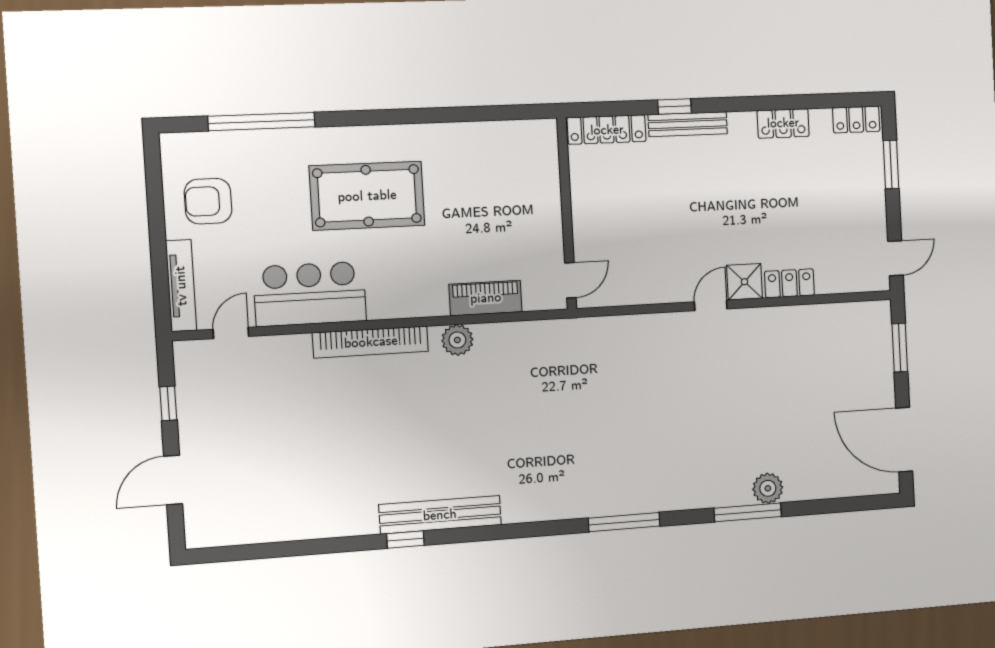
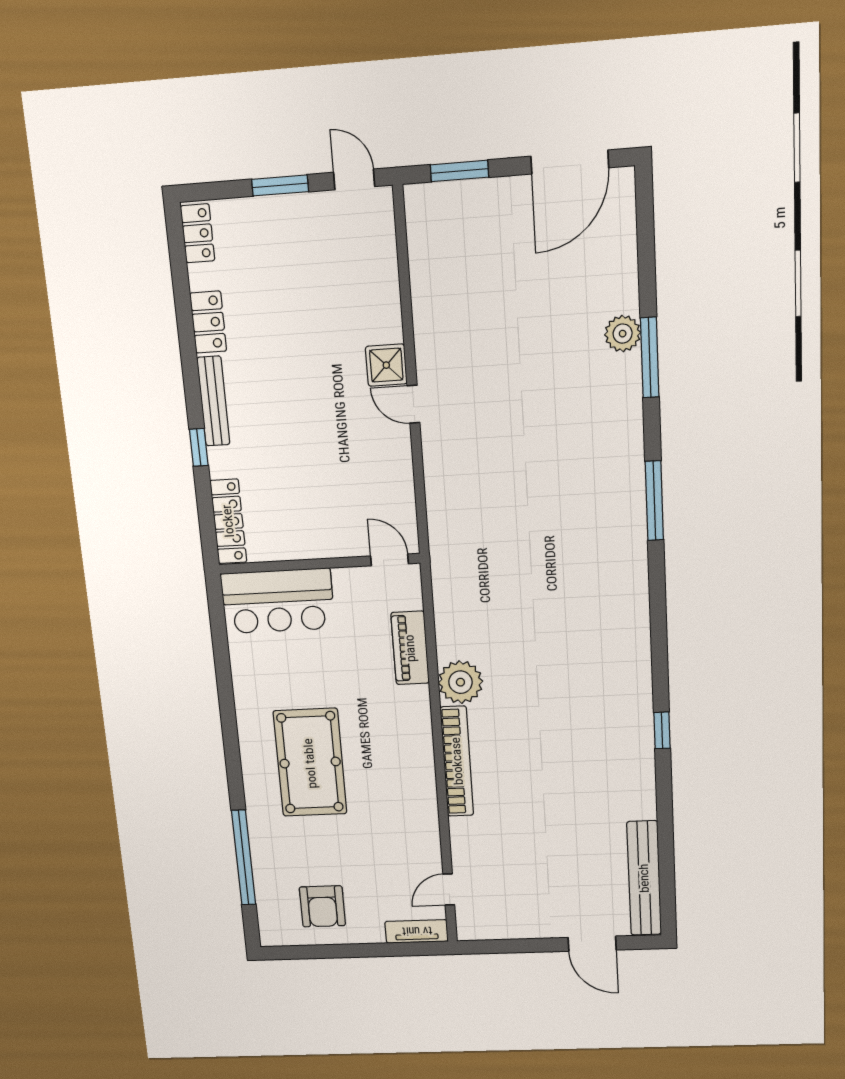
bench: (688, 124) -> (213, 401), moved
window: (891, 165) -> (280, 185), moved
locker: (789, 283) -> (387, 311), removed
tv unit: (181, 286) -> (417, 931), width x0.71
bar counter: (310, 294) -> (278, 601), moved, turned -90
door: (231, 333) -> (449, 889), hinge flipped
plant: (457, 340) -> (460, 682), width x1.36, depth x1.36
window: (168, 403) -> (517, 946), removed
bench: (440, 515) -> (644, 878), moved

